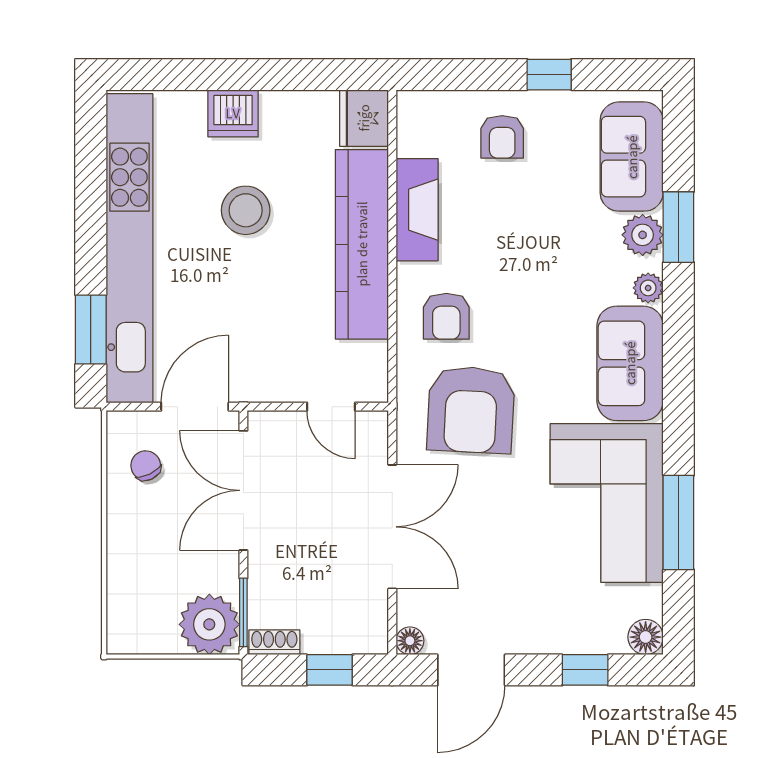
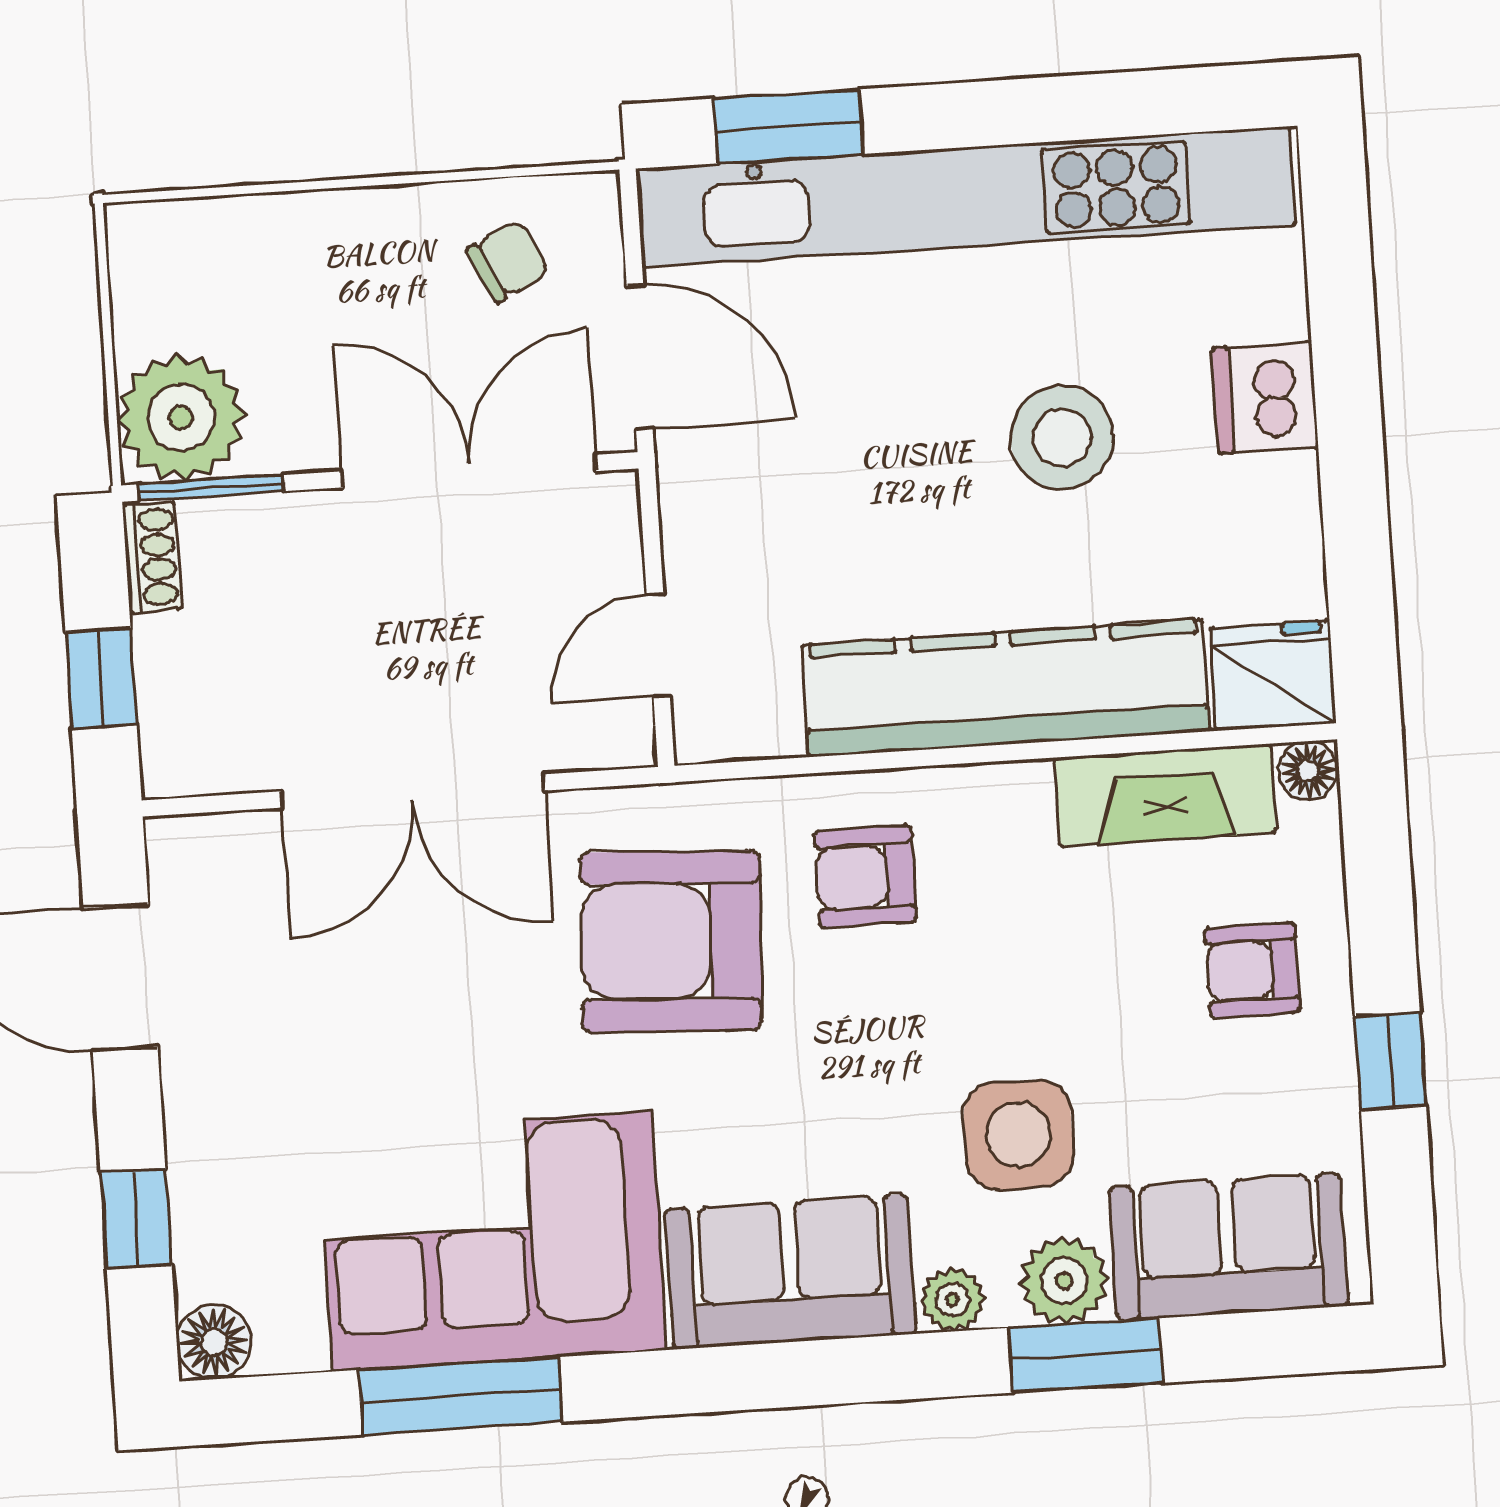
fireplace: (417, 210) -> (1165, 795), moved
side table: (573, 252) -> (1018, 1135), added
floor lamp: (410, 641) -> (1308, 771), moved

